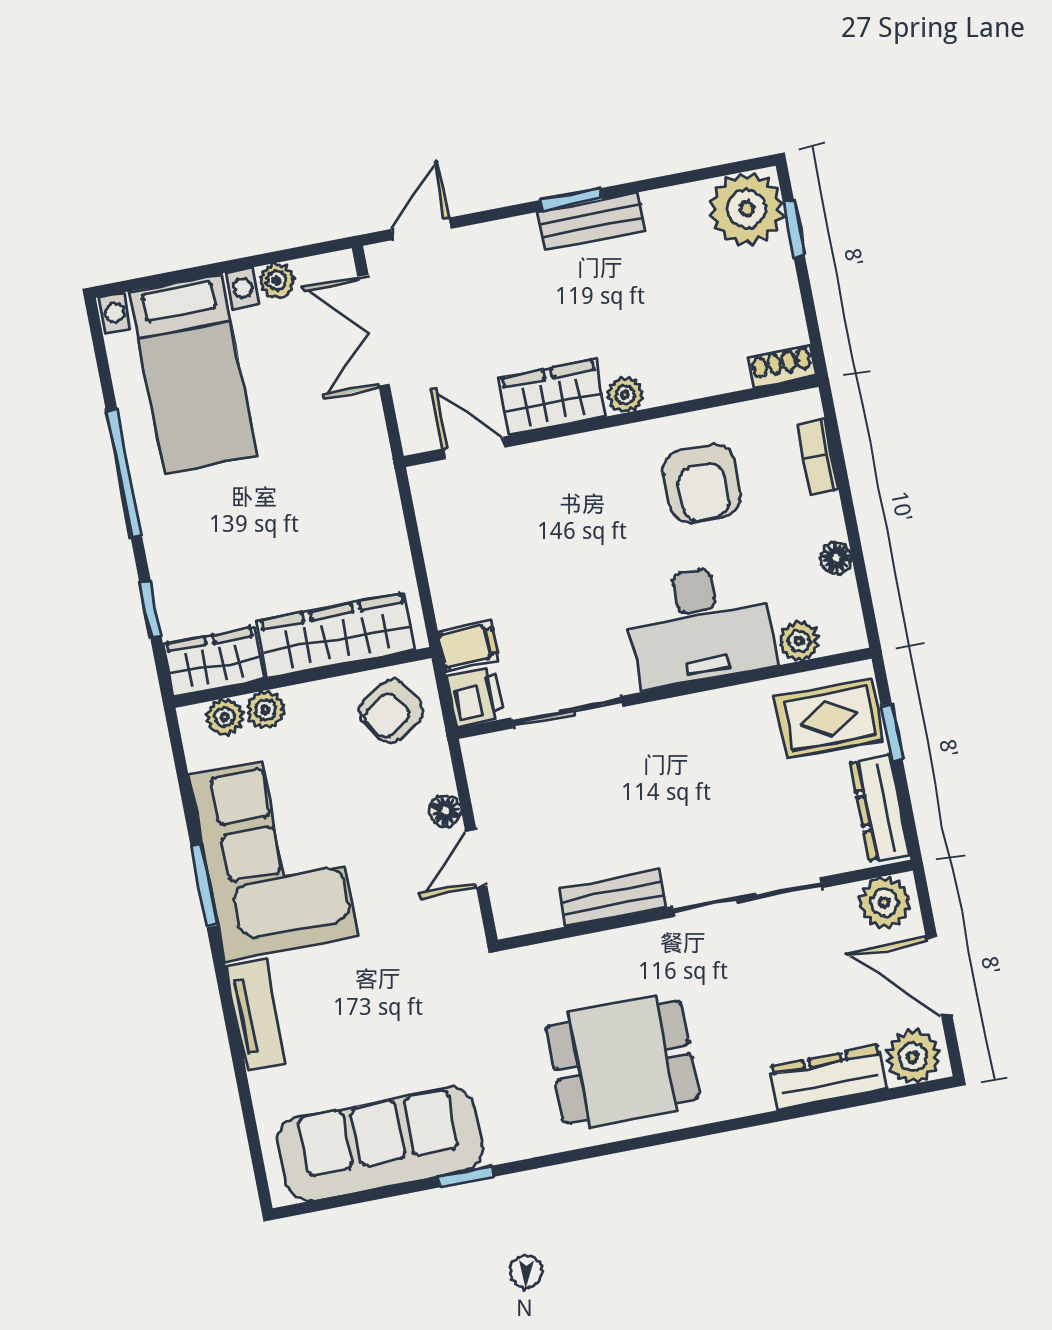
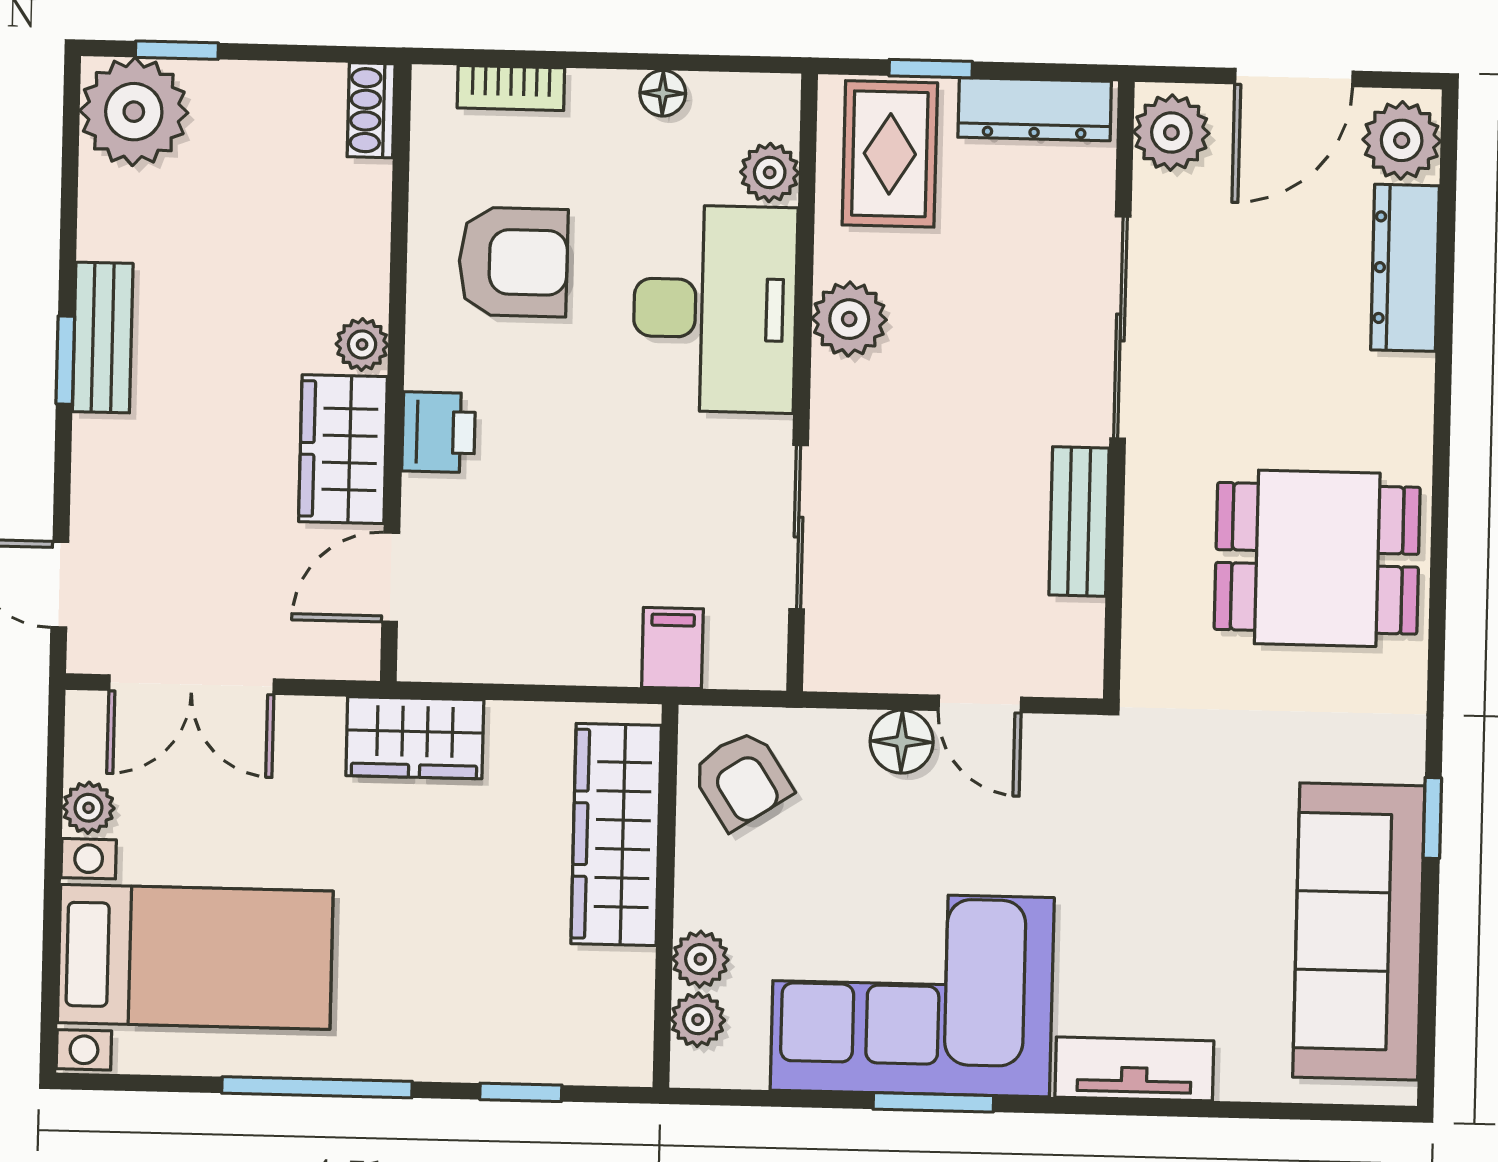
wardrobe: (214, 662) -> (415, 738), moved, turned -90
printer: (476, 697) -> (439, 432), moved, turned 90
plant: (713, 715) -> (849, 319), added
floor lamp: (445, 811) -> (902, 742), width x1.37, depth x1.37
dining table: (622, 1062) -> (1317, 558), turned 90

